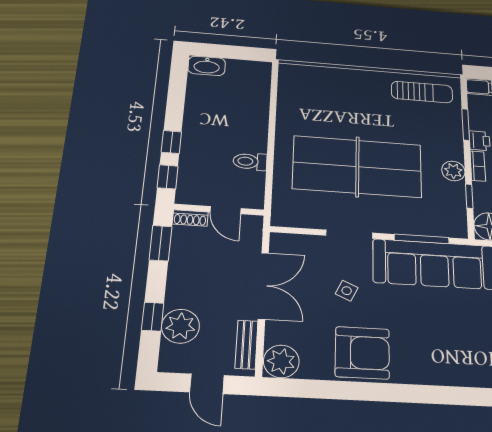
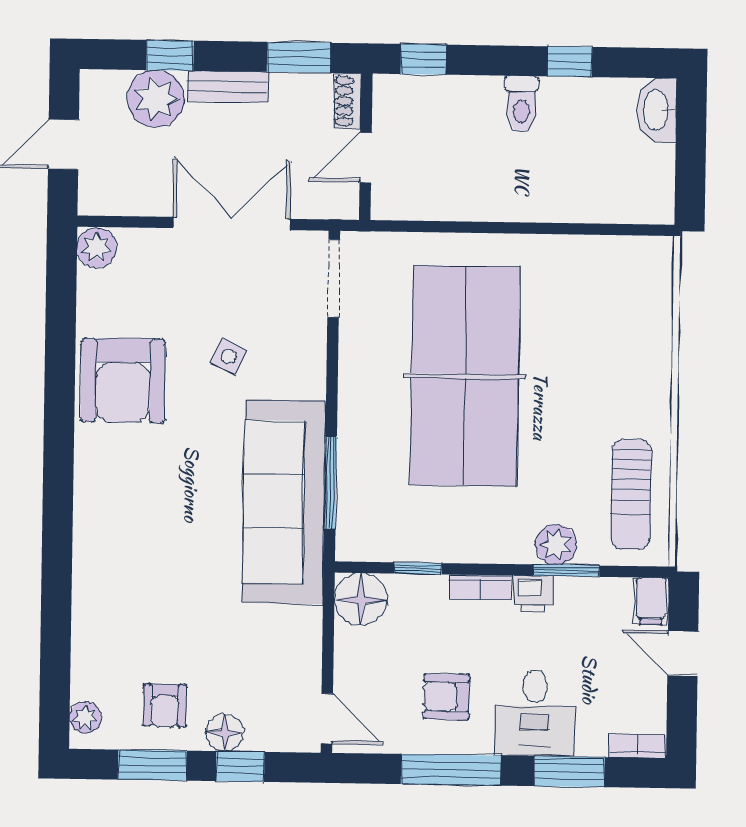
window: (171, 142) -> (570, 62), moved
toilet: (250, 161) -> (522, 104), moved, turned 180
plant: (453, 171) -> (556, 545), moved
doorway: (349, 234) -> (334, 278), moved
double door: (263, 286) -> (231, 224), swing flipped
bench: (246, 344) -> (228, 87), moved
plant: (281, 361) -> (97, 248), width x0.73, depth x0.73

